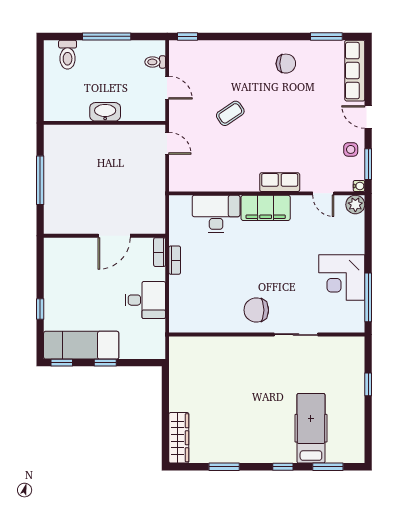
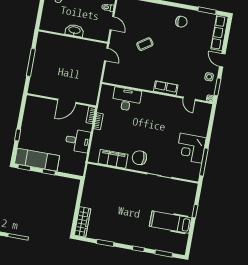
plant: (355, 205) -> (206, 108), removed
filing cabinet: (266, 208) -> (113, 159), moved, turned 180
hospital bed: (311, 428) -> (170, 222), moved, turned -90

